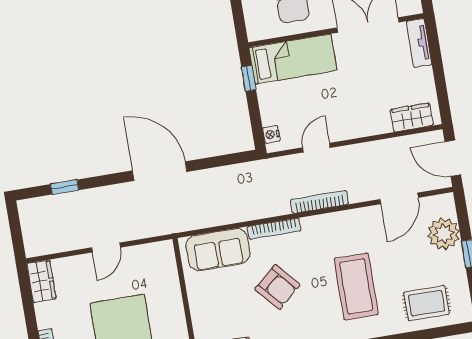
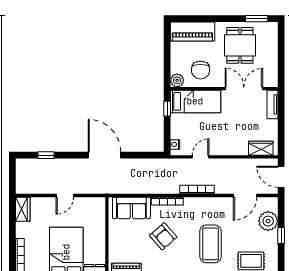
plant: (257, 30) -> (177, 80), added

